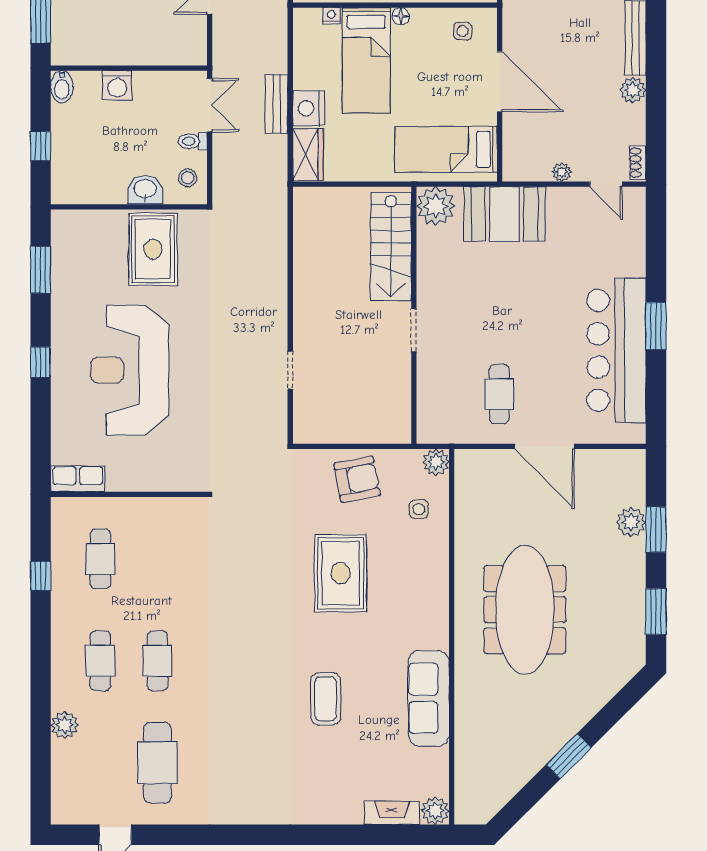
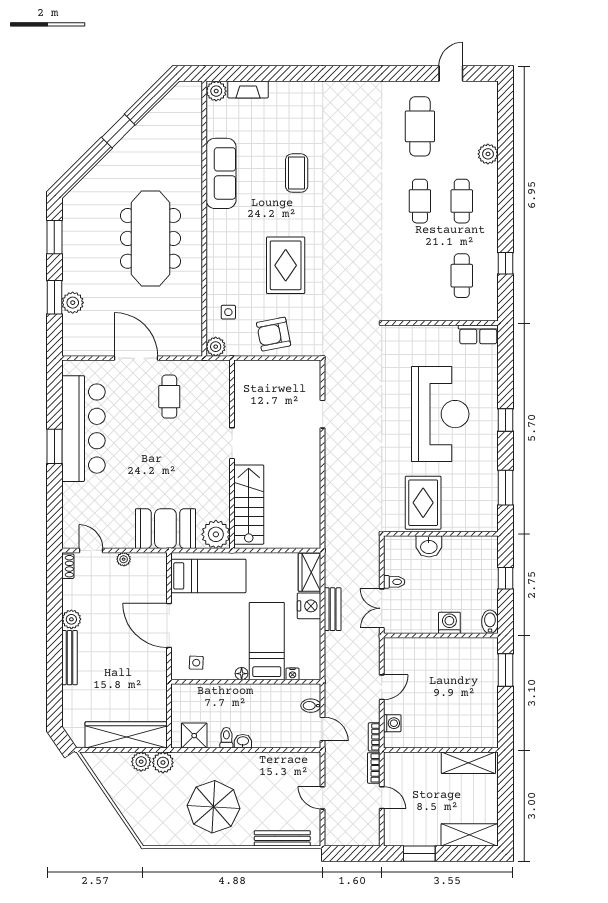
stool: (188, 178) -> (398, 555), removed

